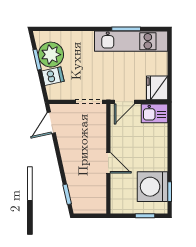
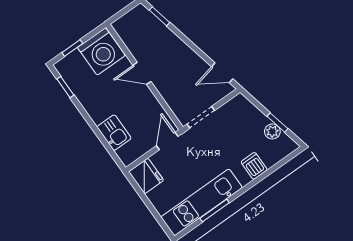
plant: (51, 55) -> (272, 131), width x0.53, depth x0.53
dishwasher: (53, 76) -> (254, 166), moved, turned 103
kitchen sink: (154, 113) -> (114, 133), moved, turned 90
door: (51, 123) -> (222, 73), swing flipped
washing machine: (152, 187) -> (101, 51), moved, turned 90

